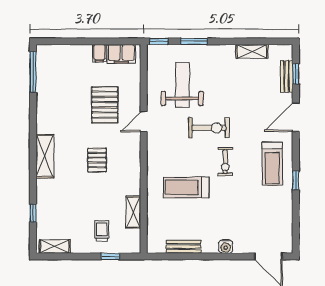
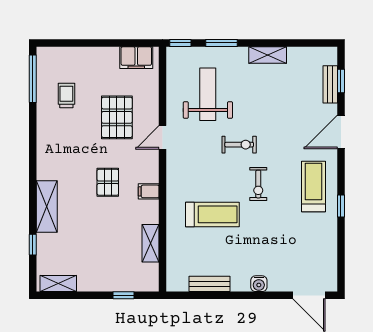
shelving: (252, 52) -> (268, 55), moved
filing cabinet: (99, 53) -> (149, 191), moved, turned 90
exercise bike: (209, 128) -> (239, 145), width x0.73, depth x0.72
shelving: (45, 156) -> (47, 207), moved
treadmill: (272, 164) -> (313, 187), turned 180
treadmill: (186, 187) -> (212, 214), turned 180
trolley: (102, 231) -> (66, 96), moved

